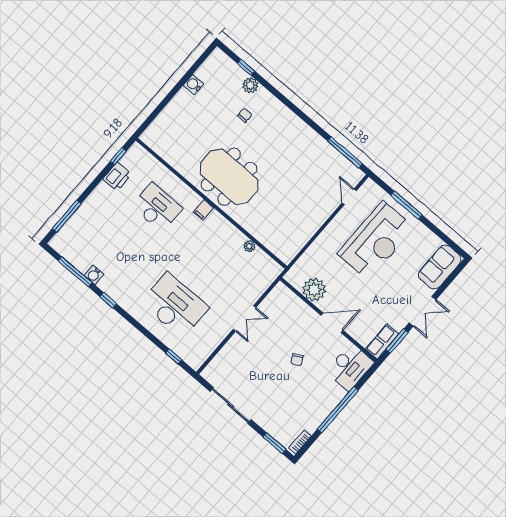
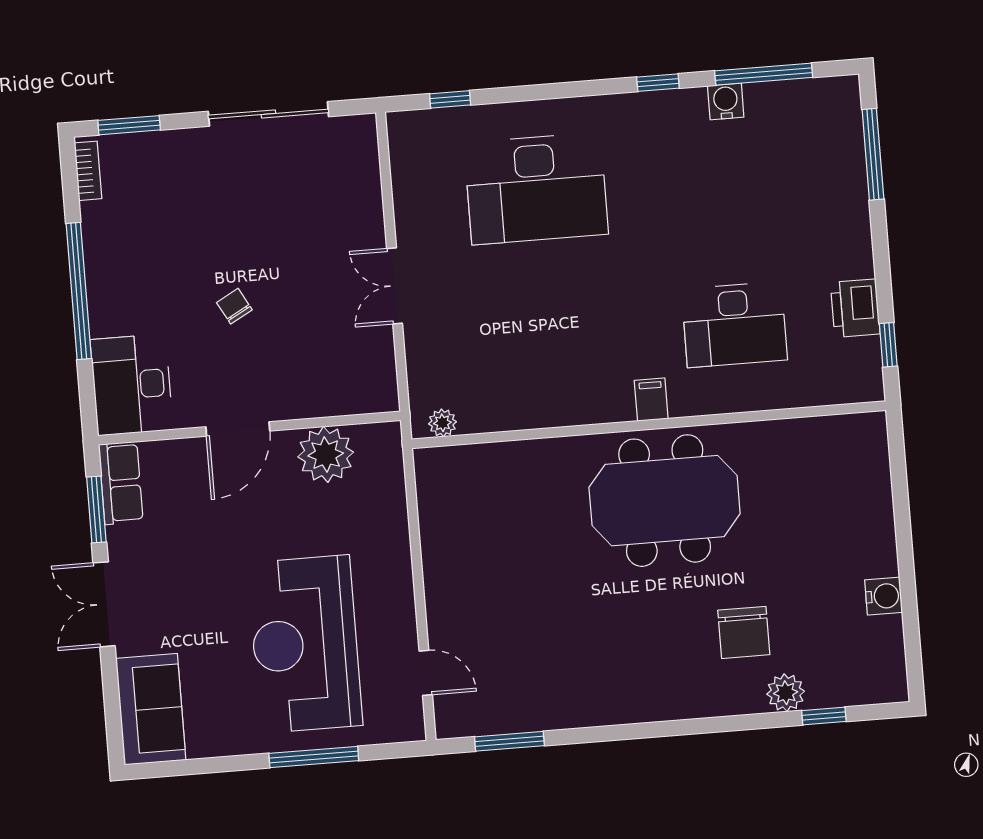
chair: (245, 115) -> (744, 632), width x1.87, depth x1.87
window: (345, 152) -> (509, 741), width x0.69
plant: (249, 246) -> (442, 423), moved

